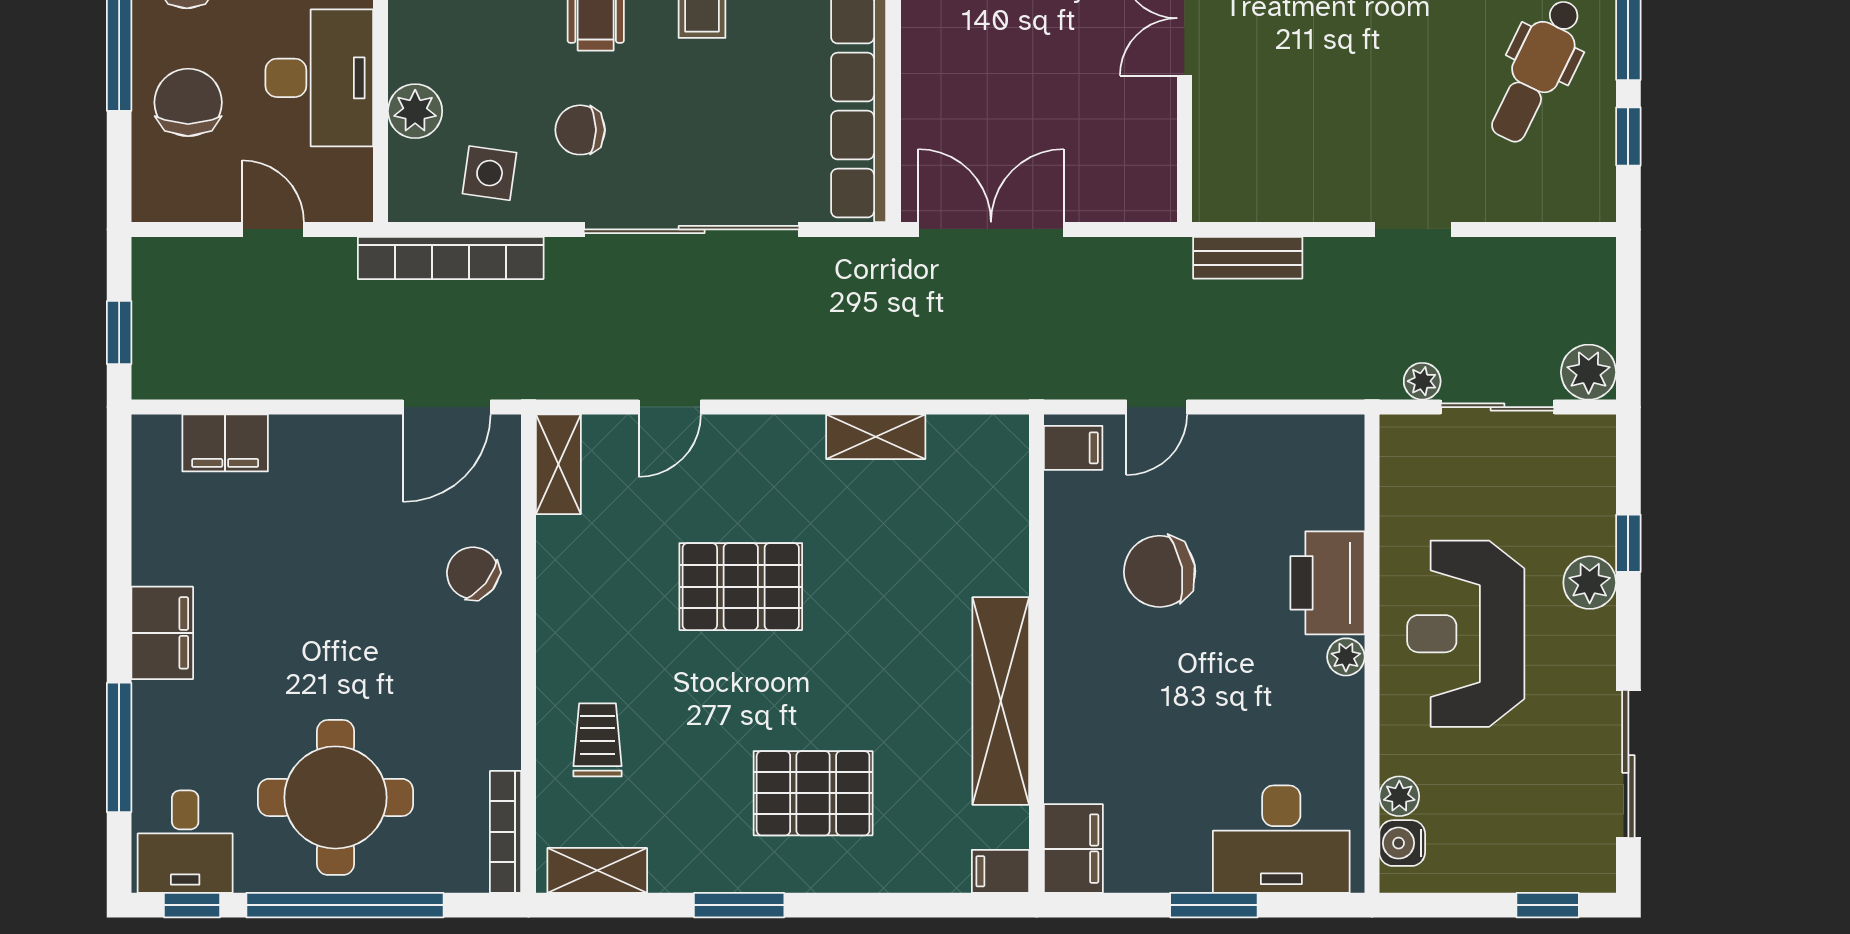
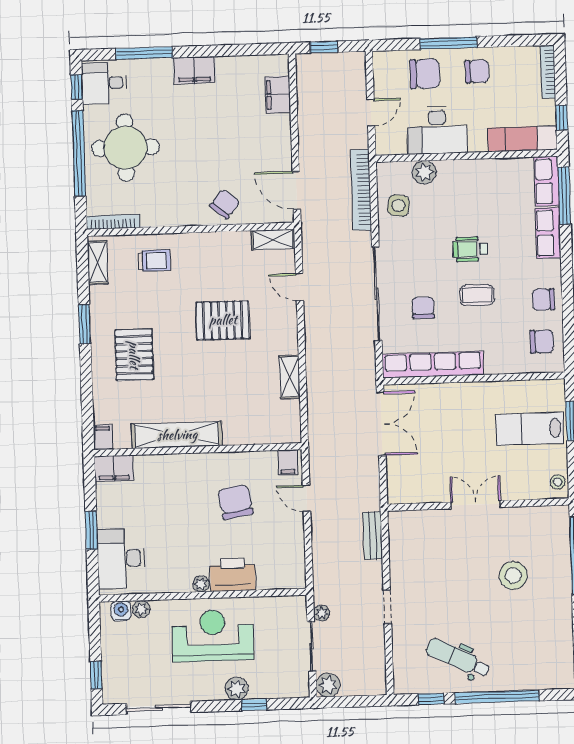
chair: (580, 130) -> (423, 308), moved
pallet: (741, 587) -> (223, 320), turned 90

